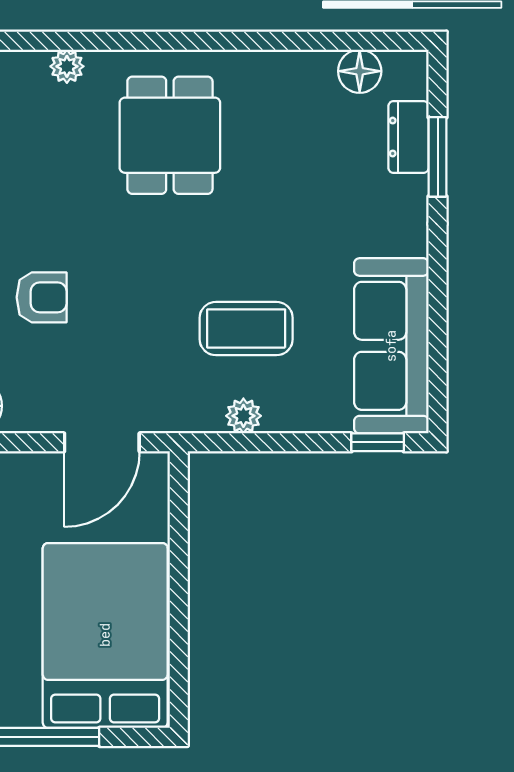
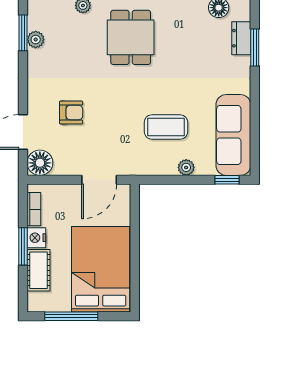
plant: (243, 416) -> (186, 167), moved

